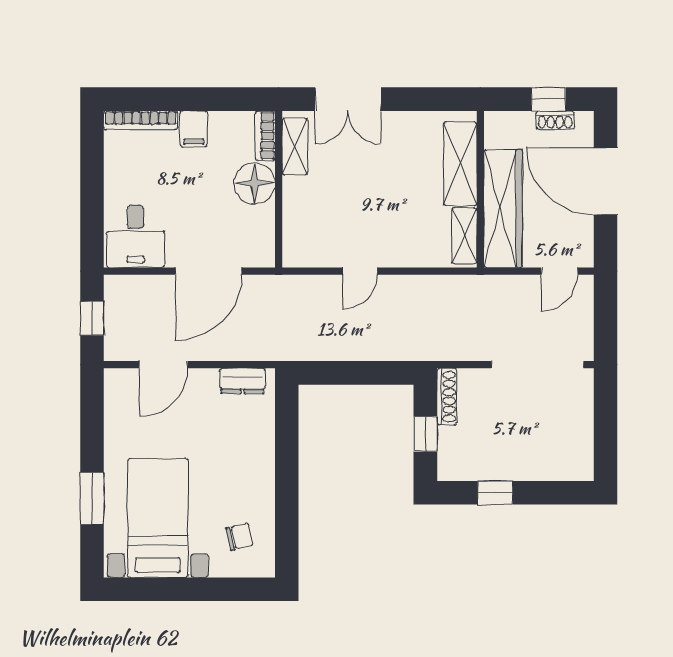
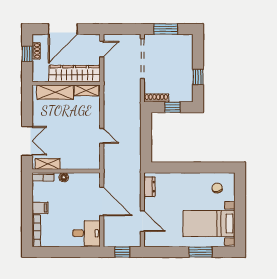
floor lamp: (254, 183) -> (64, 177), width x0.53, depth x0.53
door: (559, 271) -> (102, 49), hinge flipped
window: (606, 418) -> (166, 29), added

